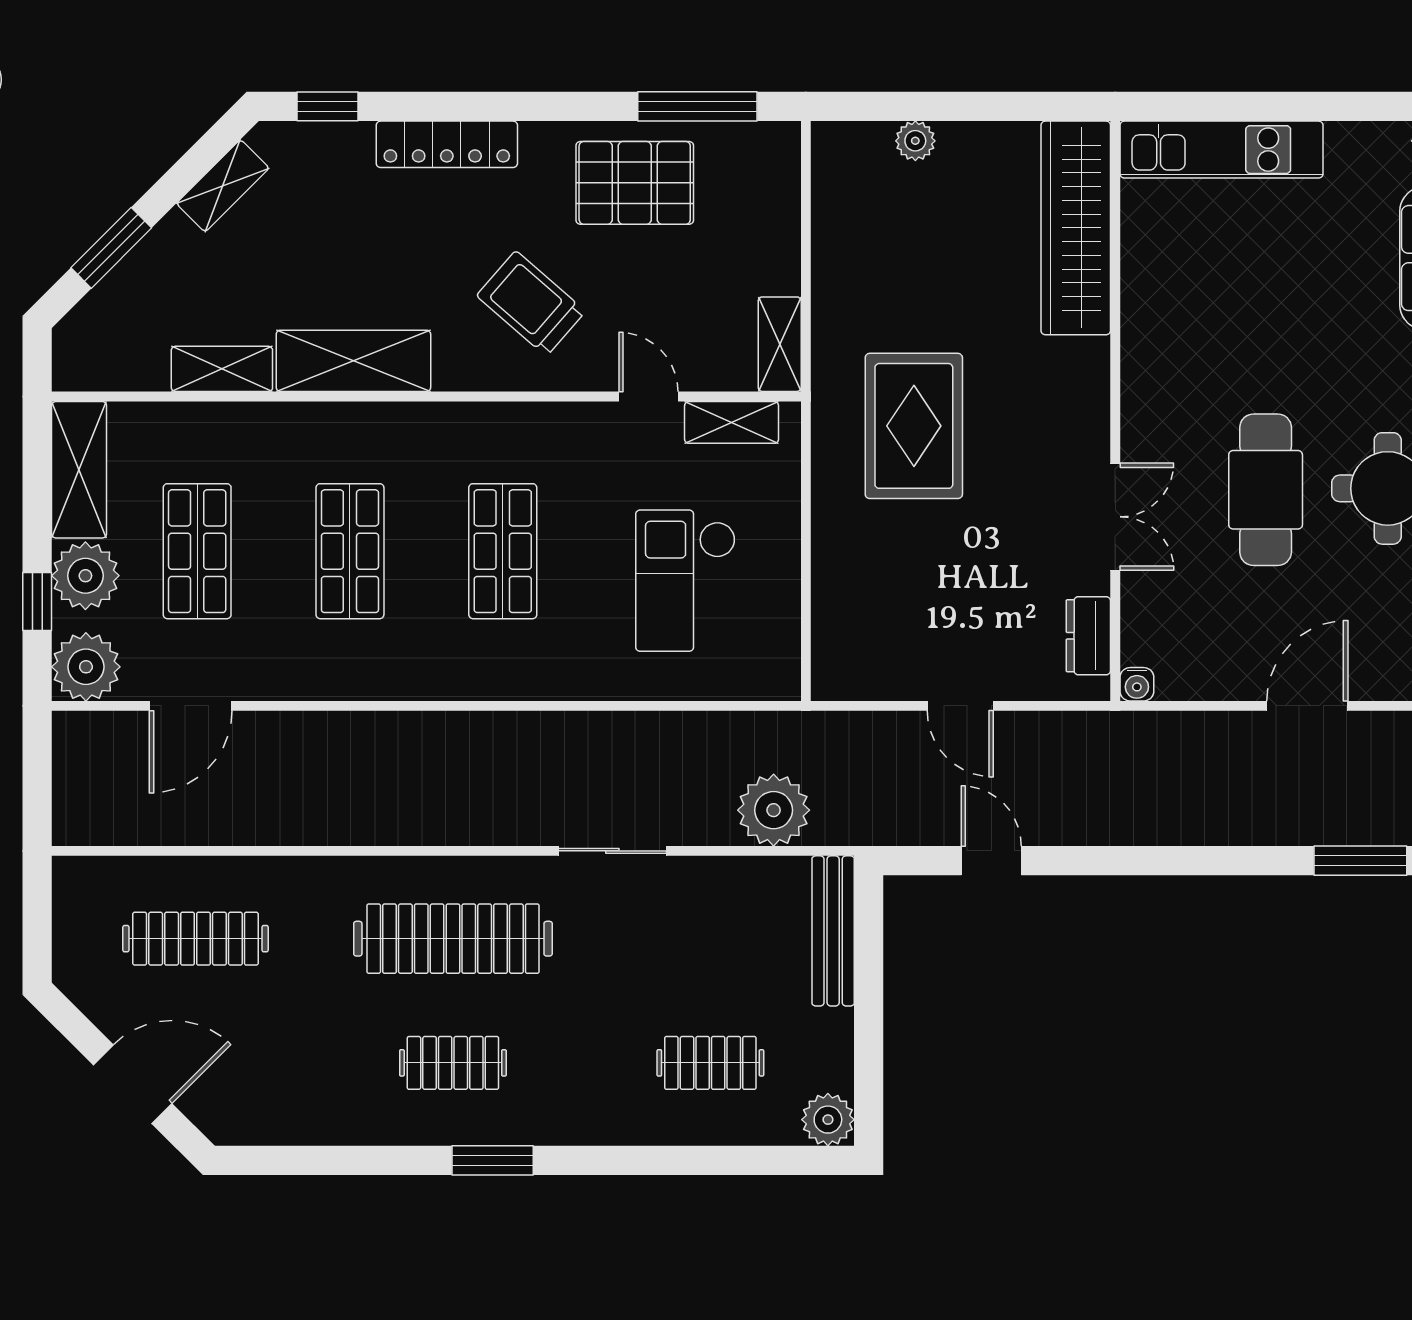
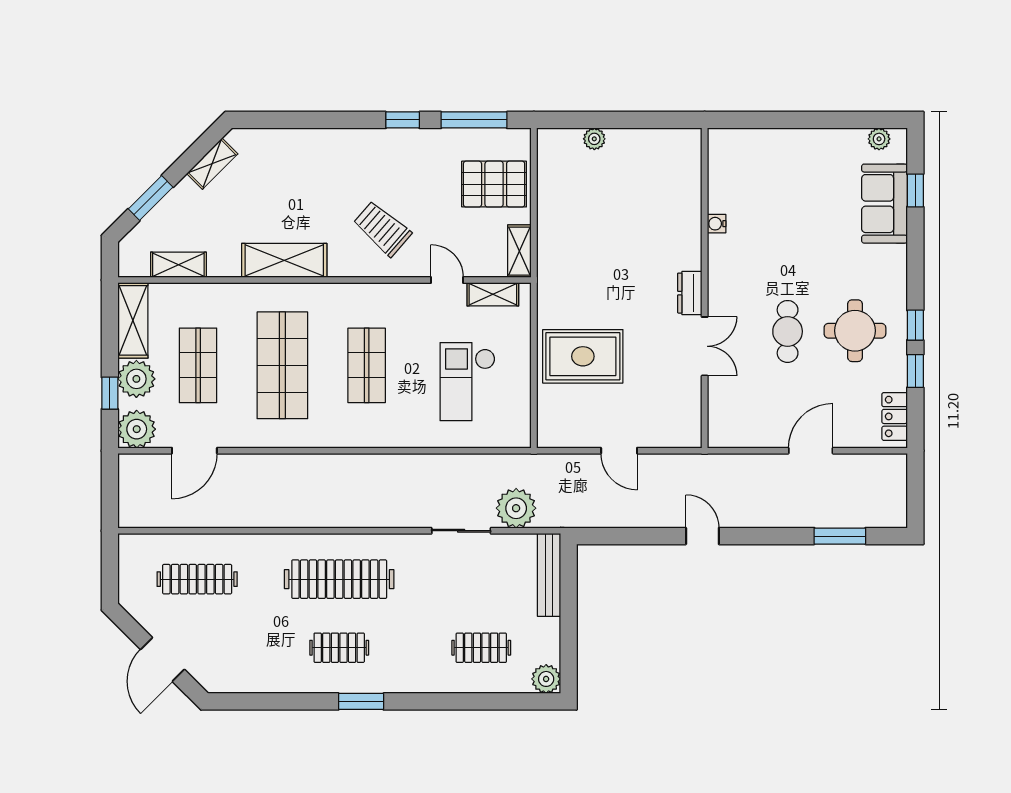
window: (328, 106) -> (403, 120), moved
locker: (447, 144) -> (336, 141), removed
kitchen unit: (1222, 150) -> (763, 144), removed
pallet: (635, 183) -> (494, 184), moved
wardrobe: (1076, 228) -> (683, 187), removed
shelving: (222, 369) -> (178, 265), moved
rug: (914, 426) -> (583, 356), moved, turned 90
cafe table: (1266, 490) -> (788, 331), width x0.73, depth x0.74
shop shelf: (350, 551) -> (282, 365), width x1.43, depth x1.36
dresser: (1088, 636) -> (690, 293), moved
water cooler: (1137, 684) -> (717, 224), moved, turned 90
sliding door: (612, 851) -> (461, 531), moved
door: (991, 861) -> (702, 536), moved
door: (133, 1084) -> (162, 659), swing flipped

